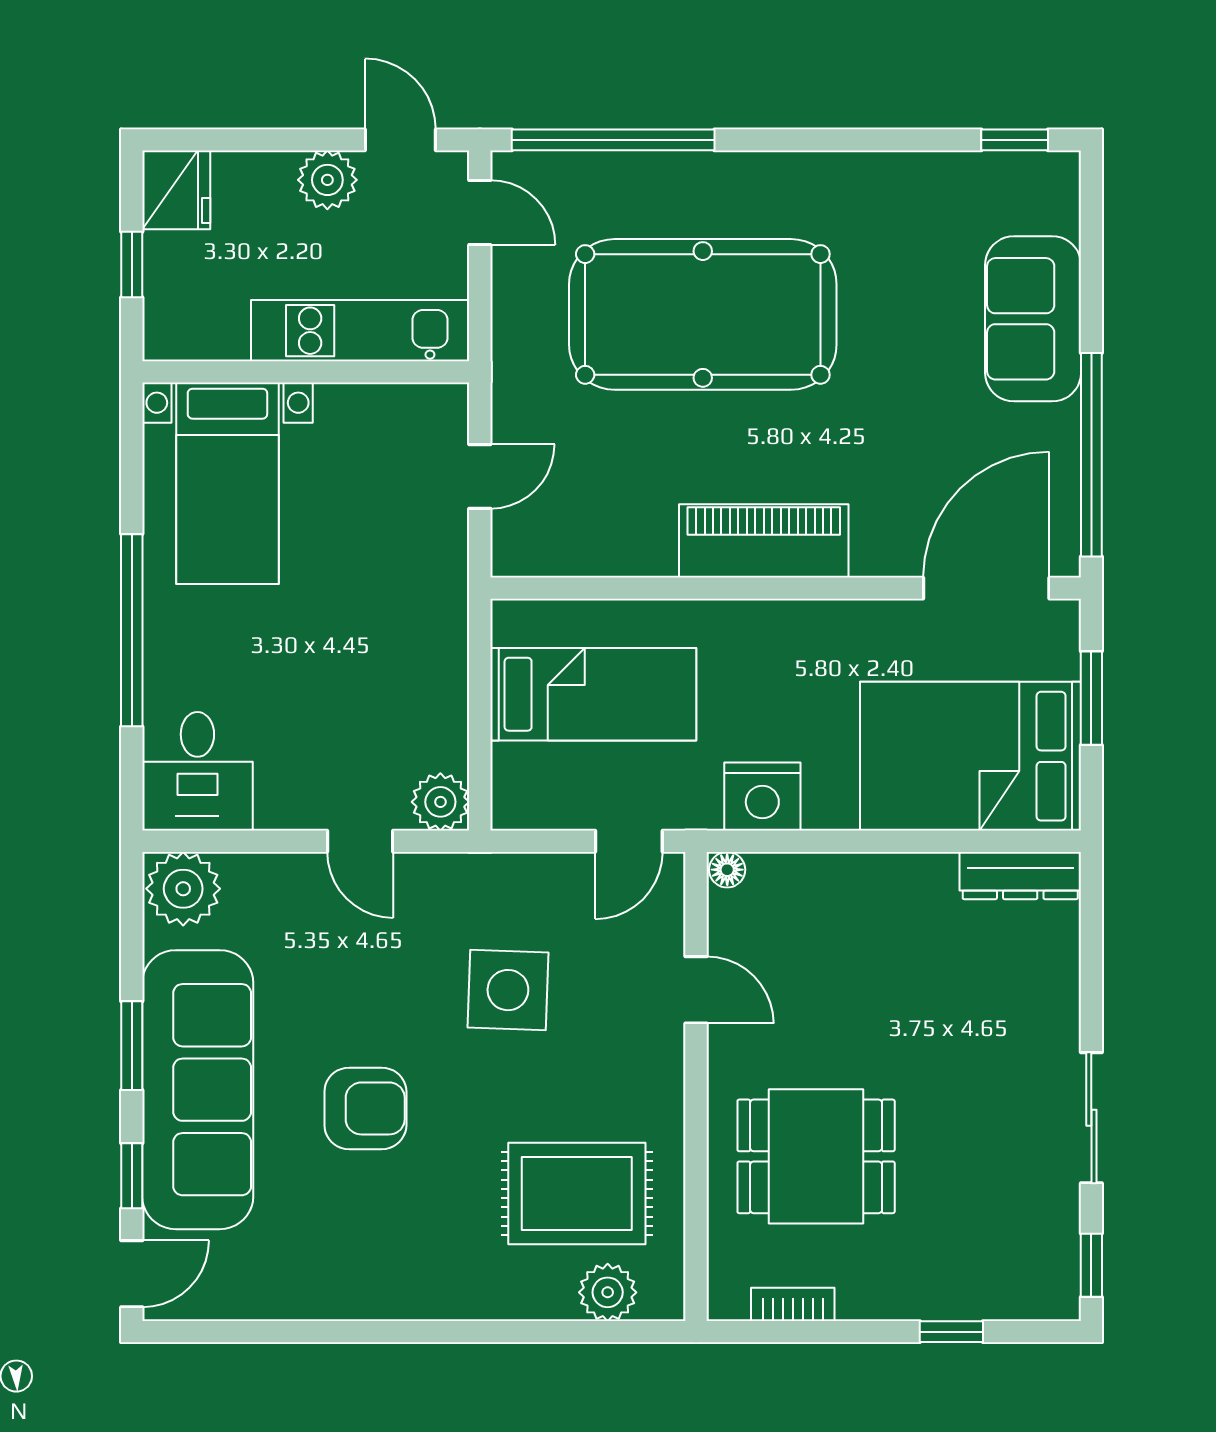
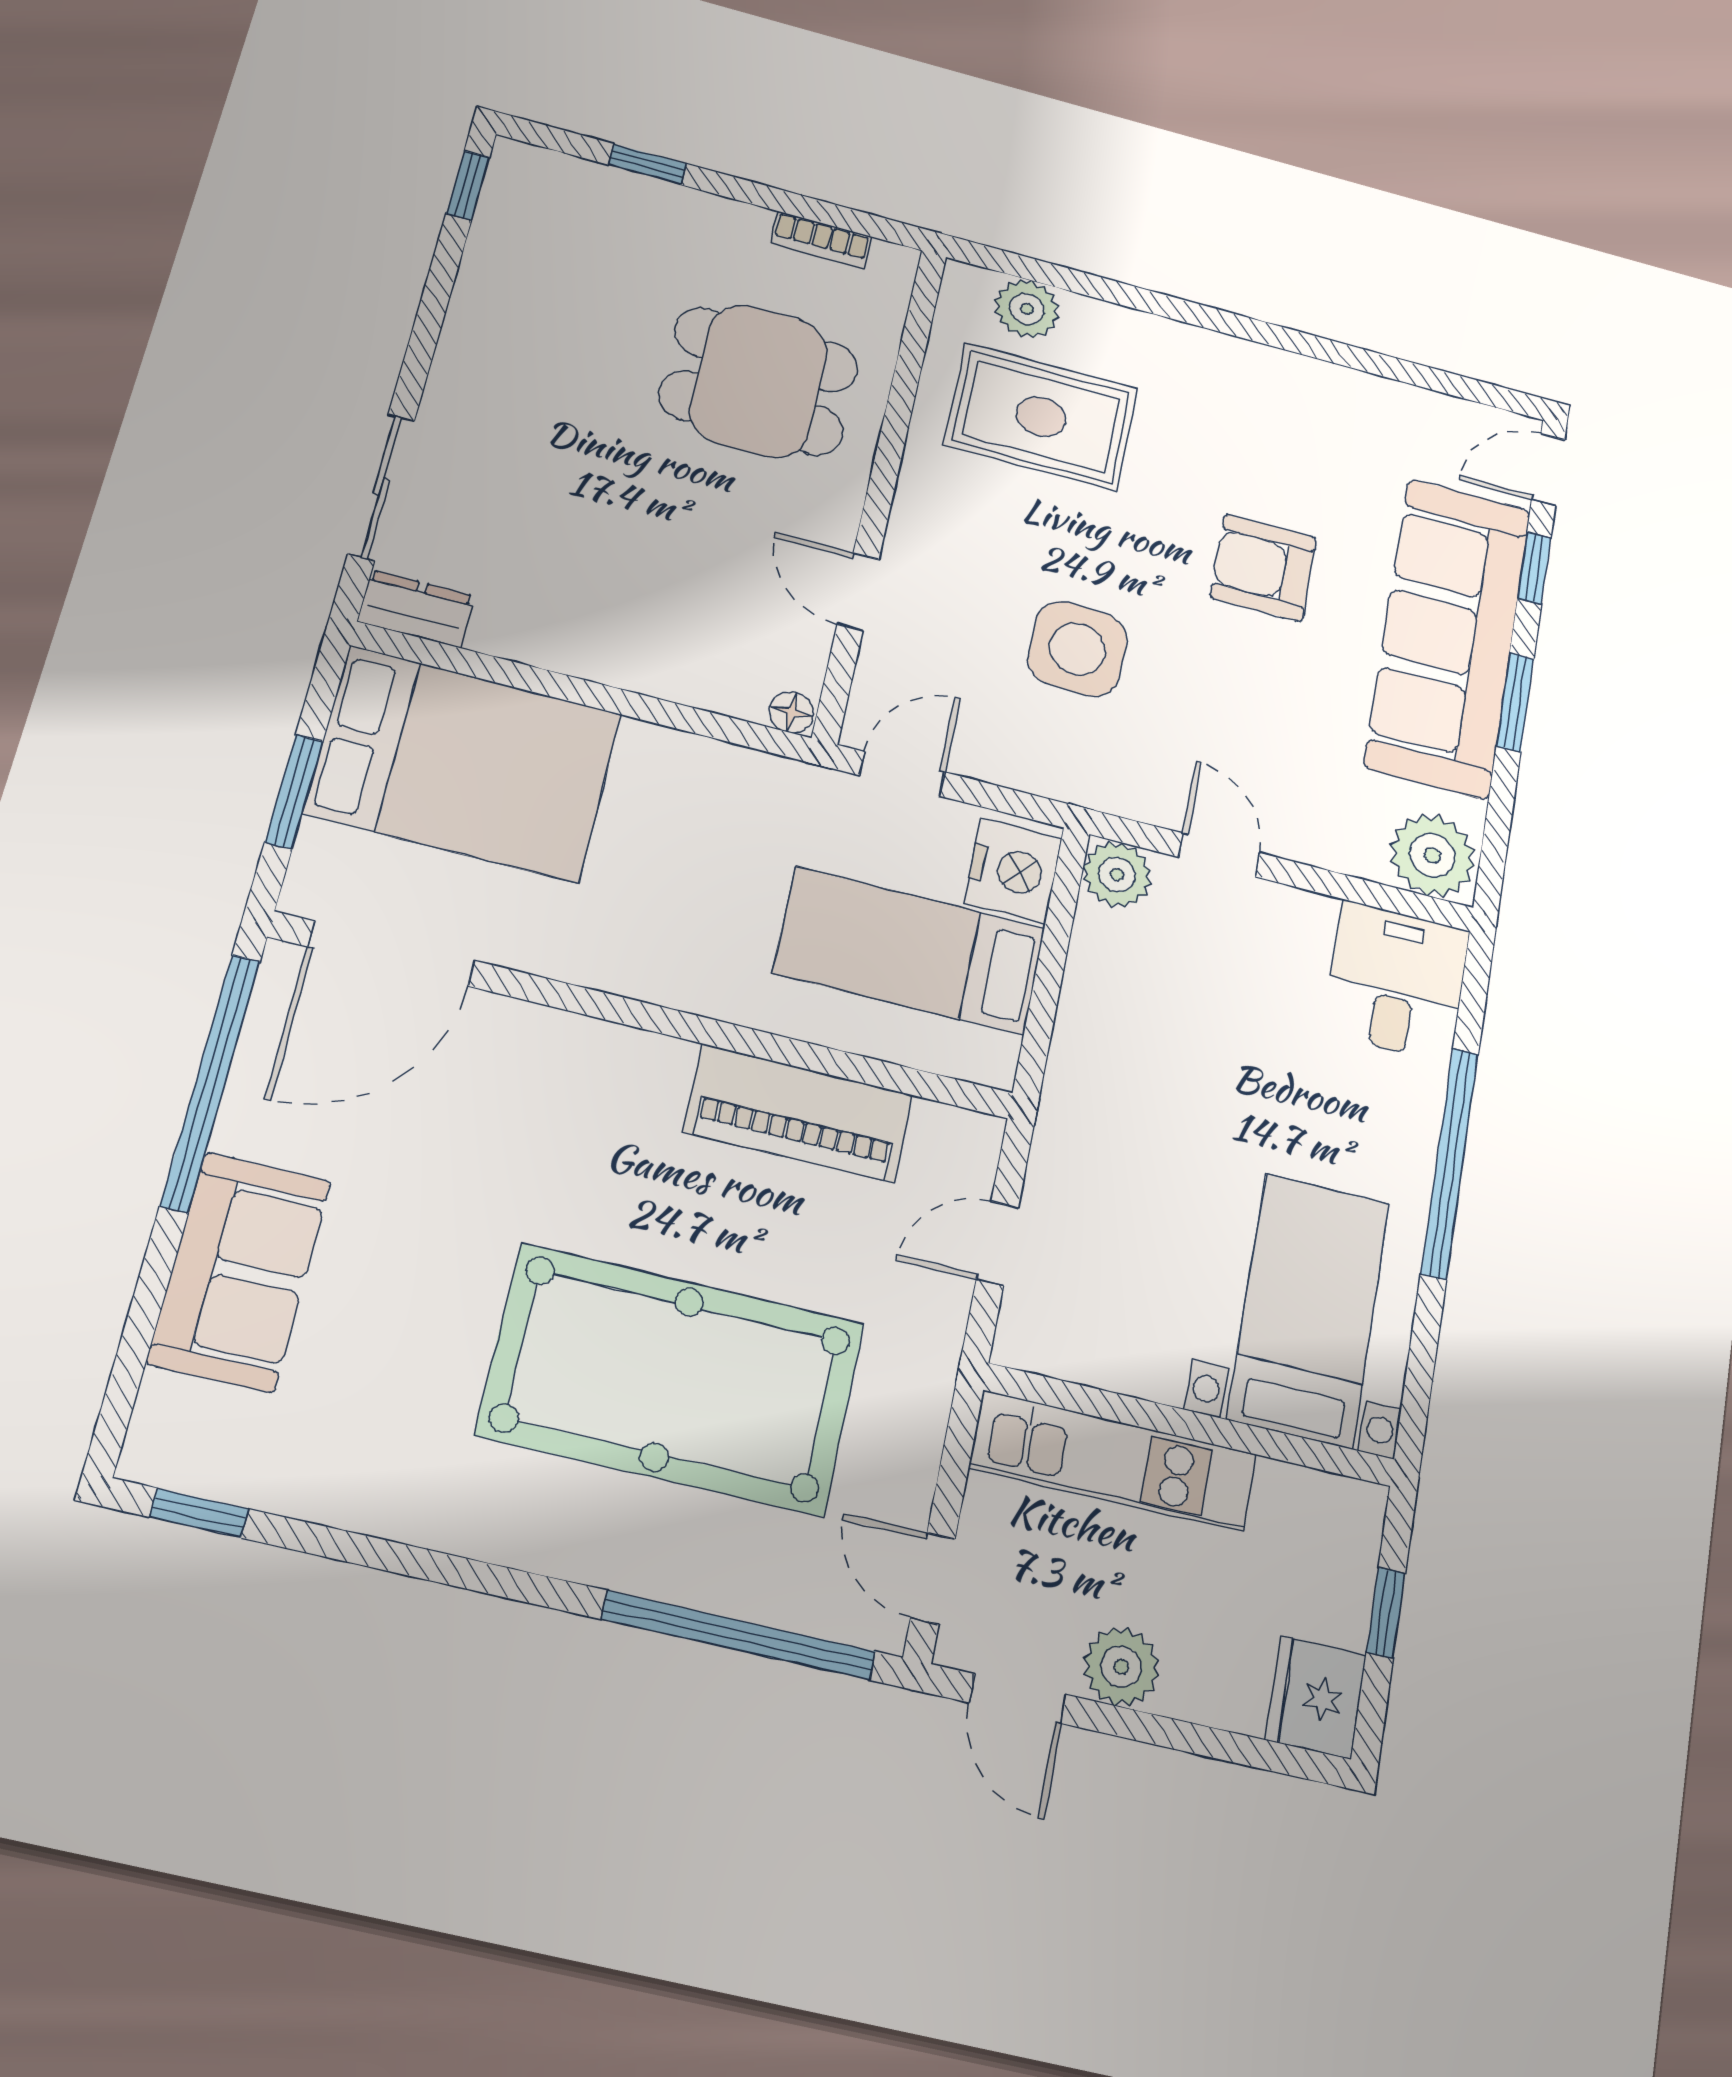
piano: (764, 541) -> (798, 1113), moved
nightstand: (762, 797) -> (1013, 871), moved, turned 90
dresser: (1020, 876) -> (416, 609), width x0.70
sliding door: (1091, 1118) -> (381, 487), moved

